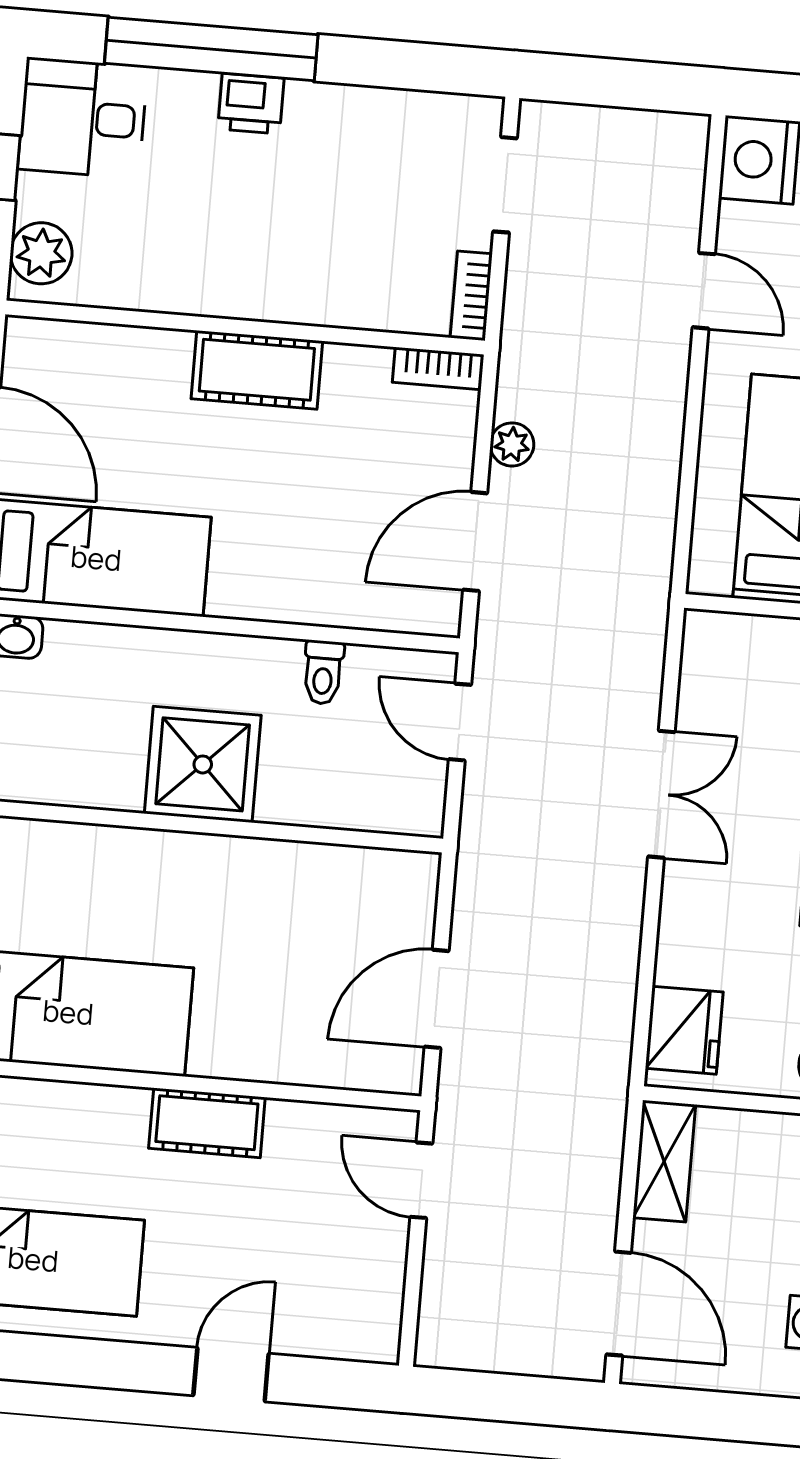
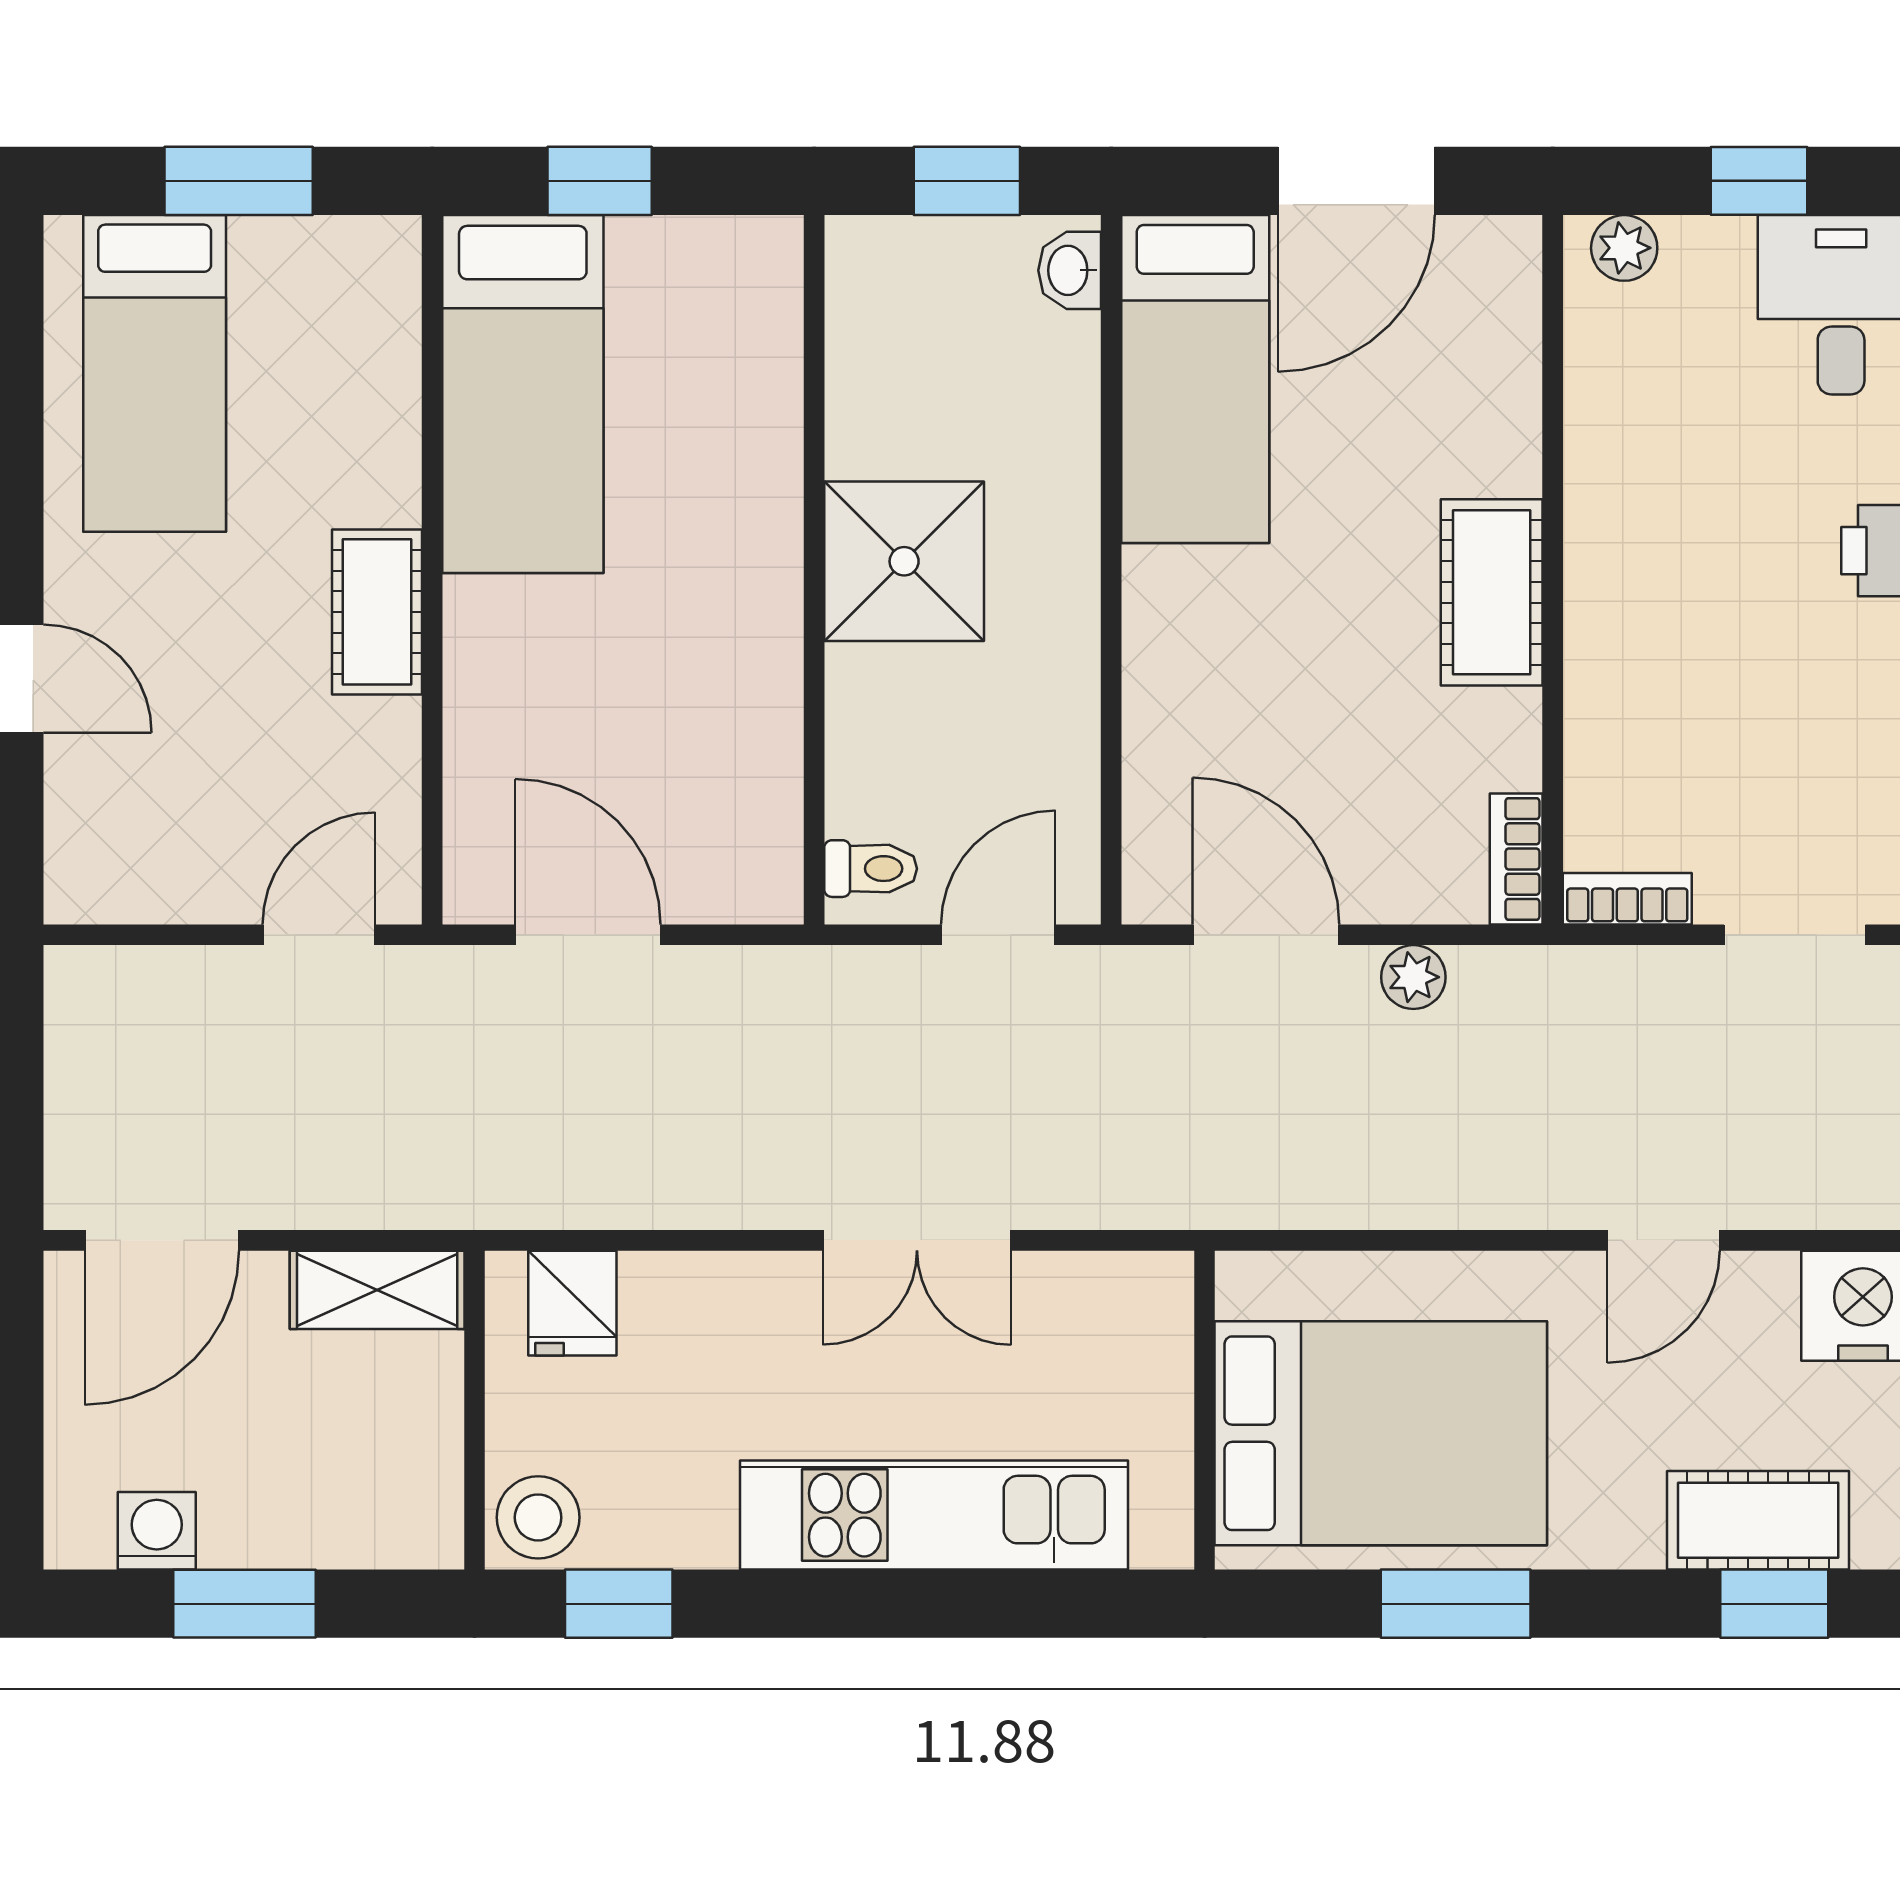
plant: (41, 253) -> (1624, 248), width x0.73, depth x0.73
toilet: (323, 672) -> (871, 869), moved, turned 180
fridge: (684, 1030) -> (572, 1303), width x0.72

